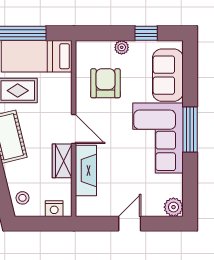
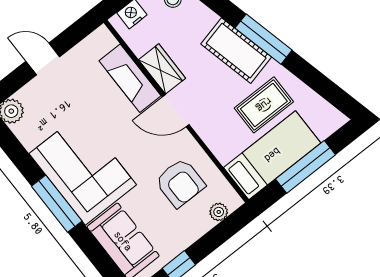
plant: (122, 47) -> (219, 212), moved
door: (130, 224) -> (43, 59), swing flipped

